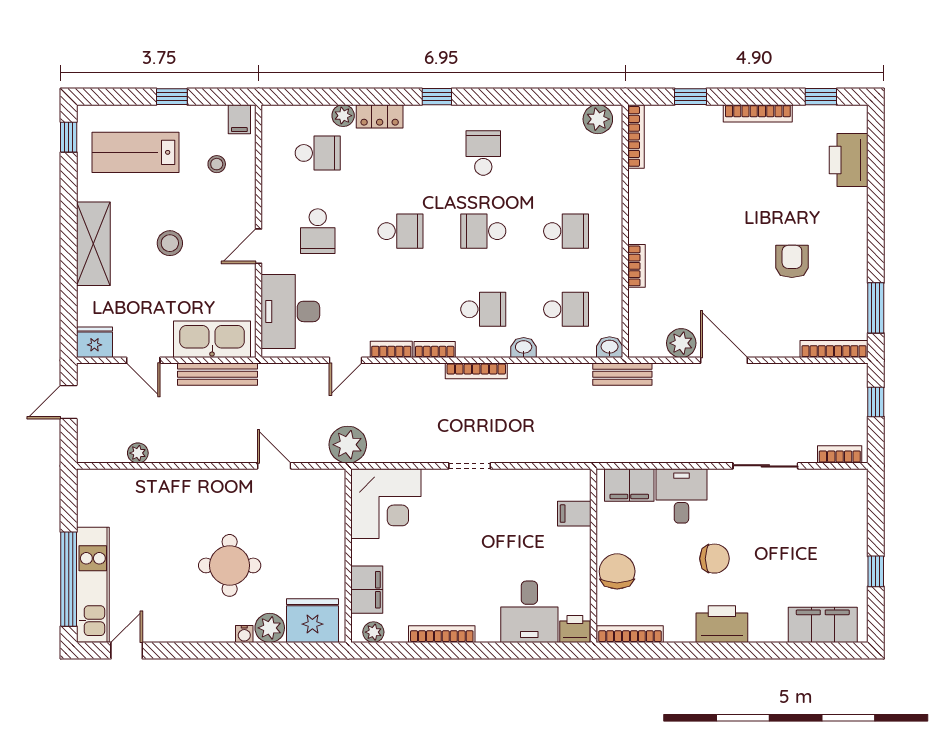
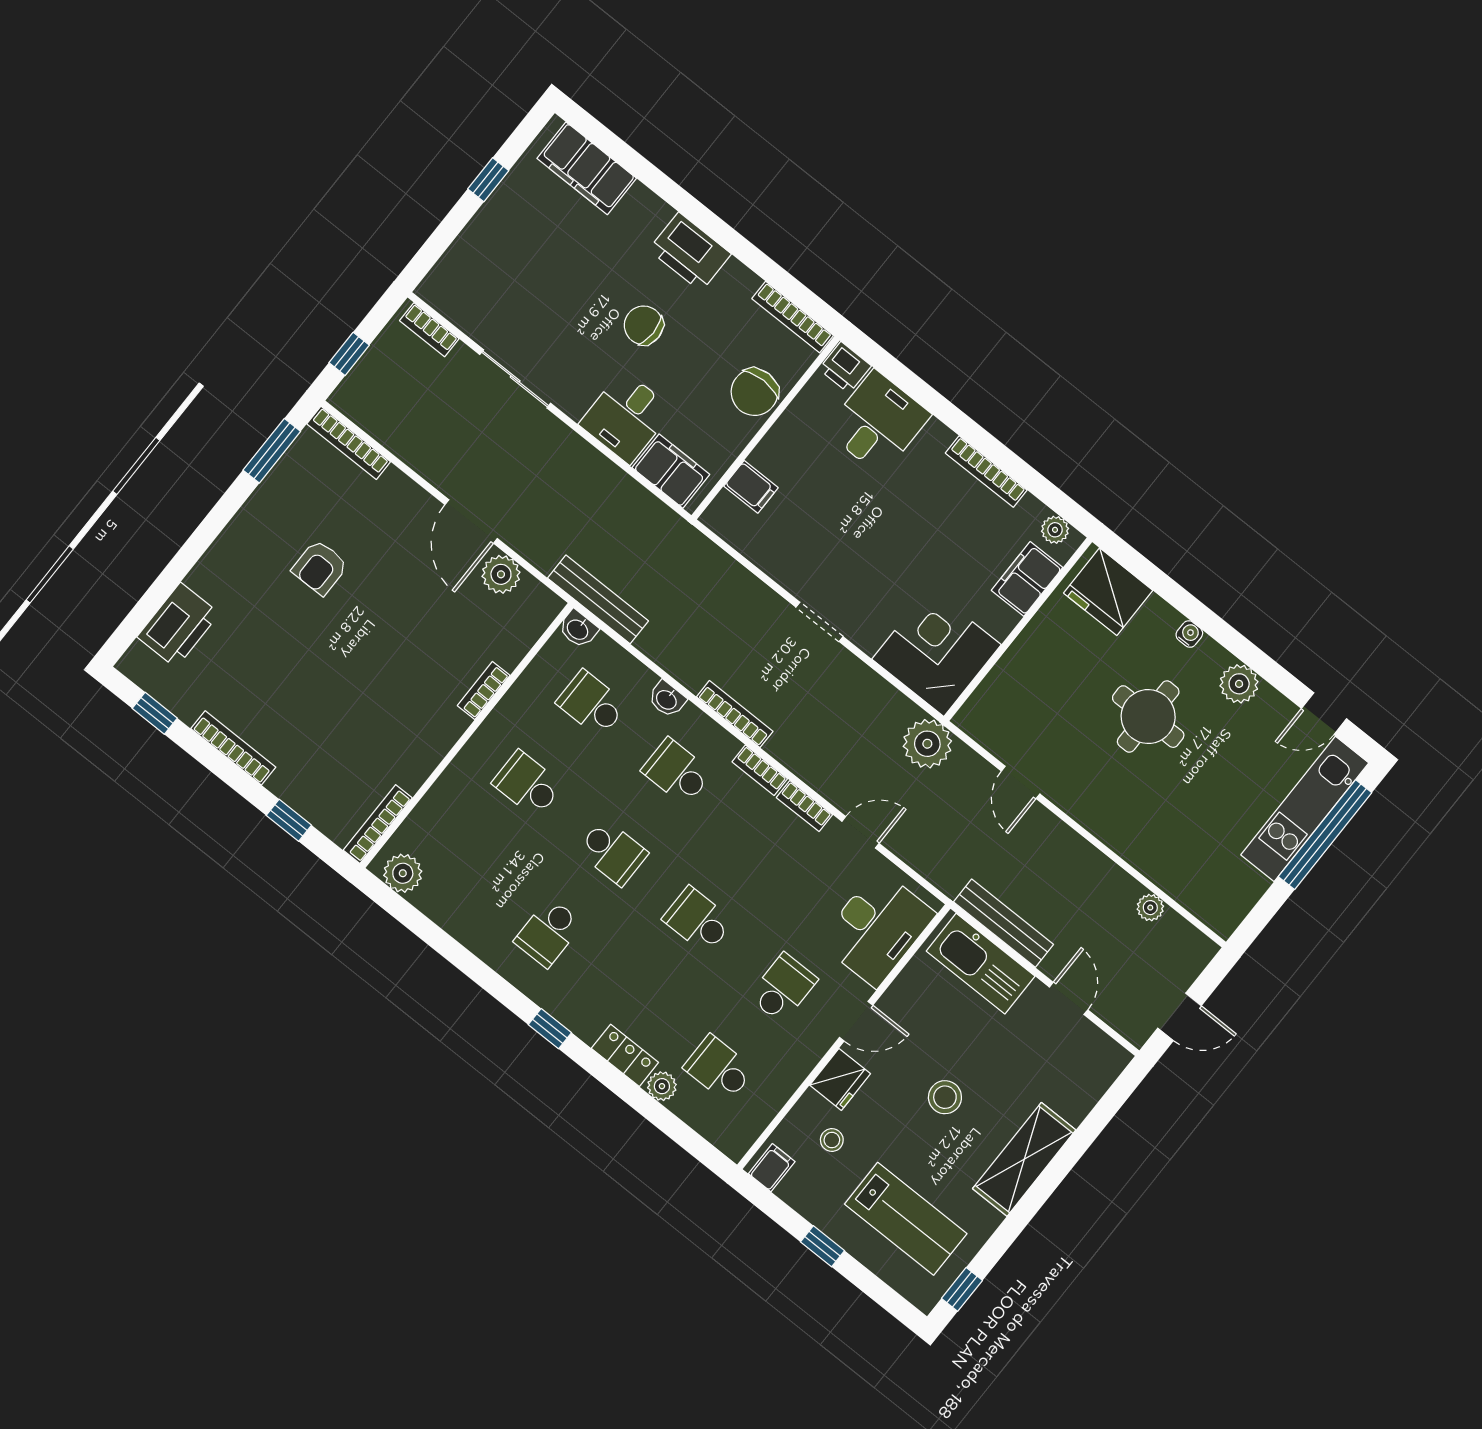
fridge: (94, 342) -> (840, 1079), moved, turned -90
bench: (622, 374) -> (598, 599), width x1.36
plant: (270, 628) -> (1239, 684), moved

